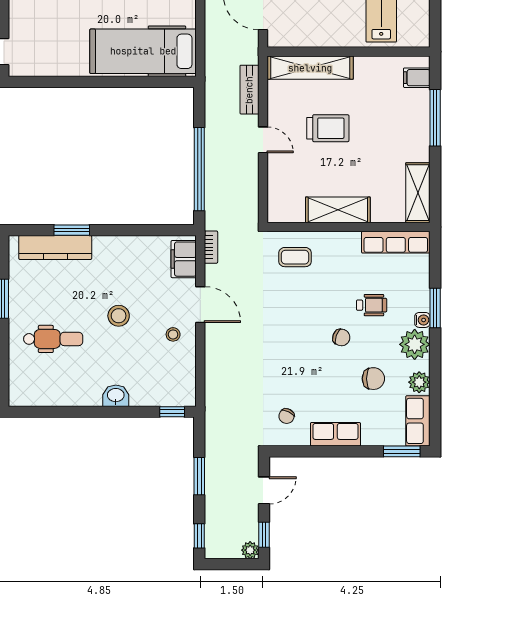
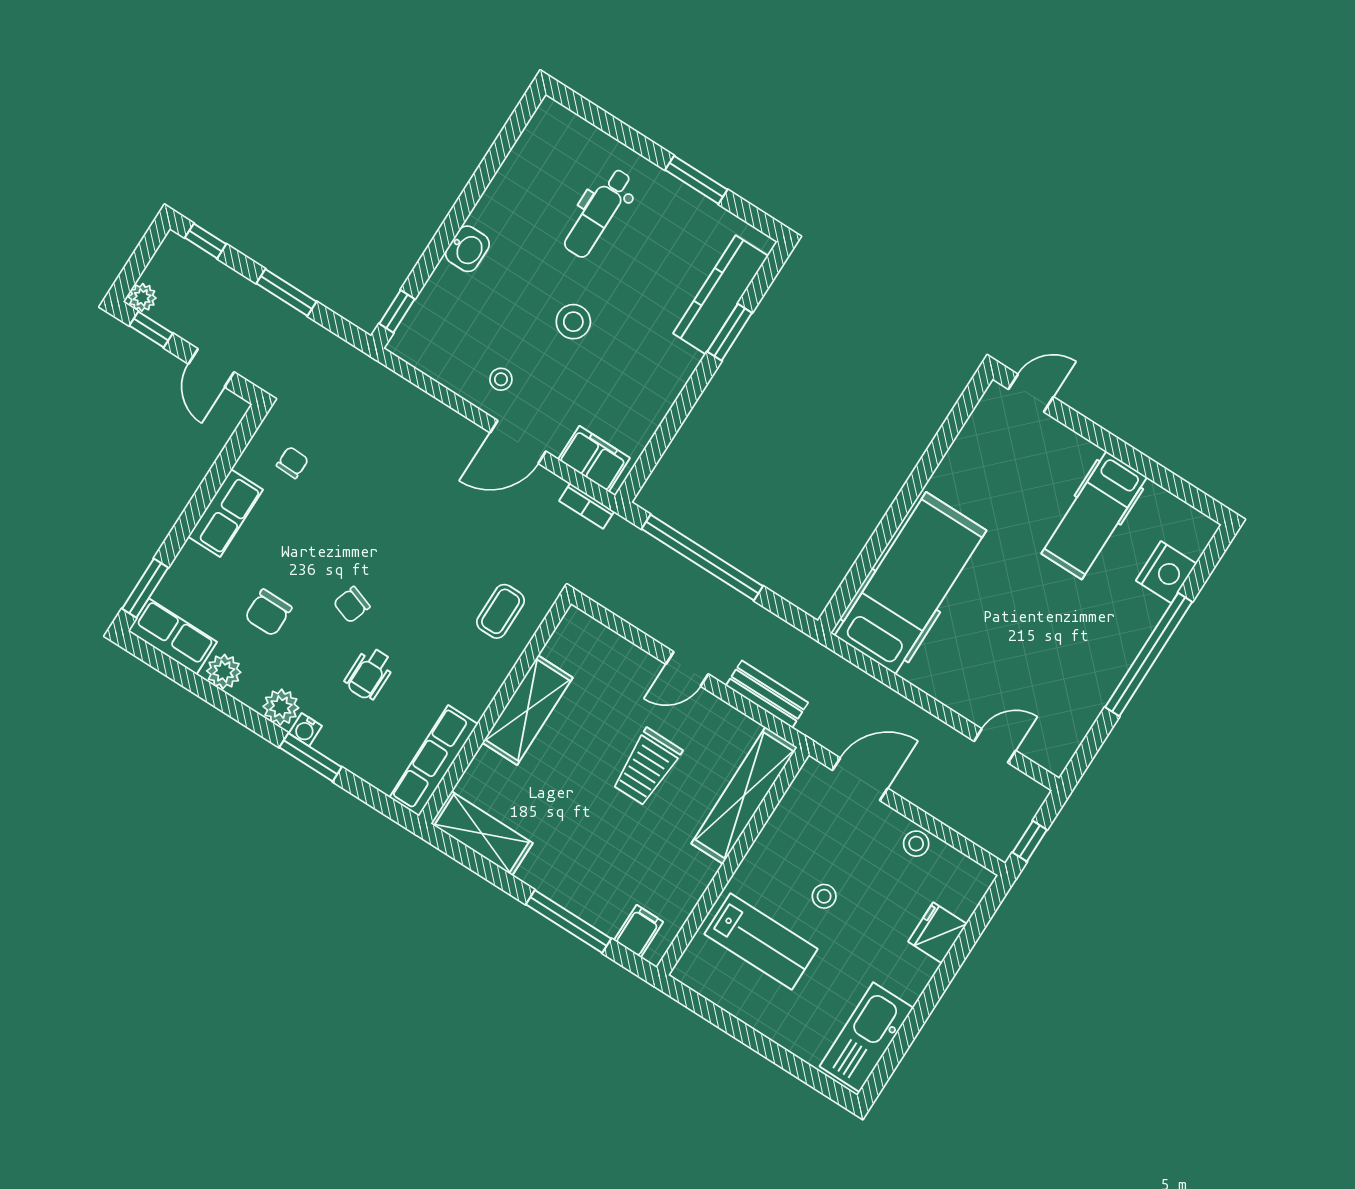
plant: (415, 344) -> (281, 707), width x0.73, depth x0.73
chair: (287, 416) -> (292, 463), turned 66

